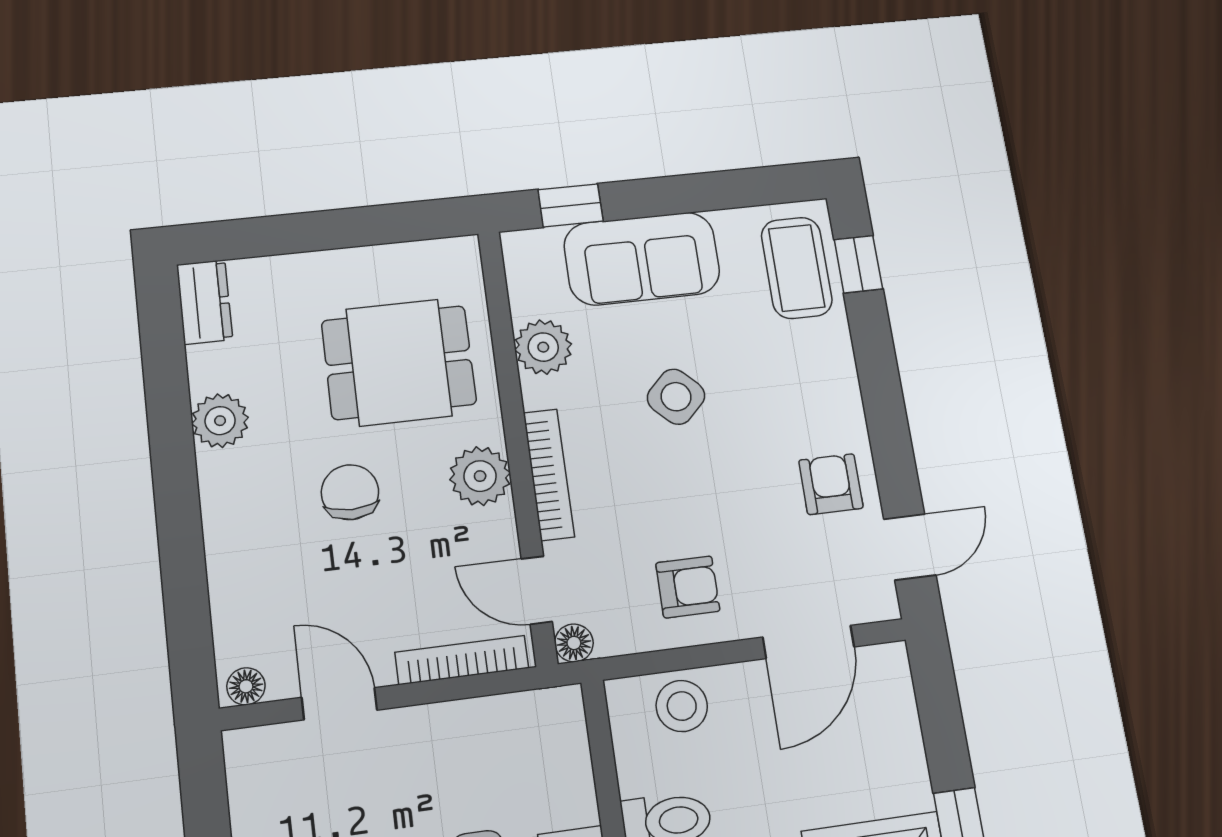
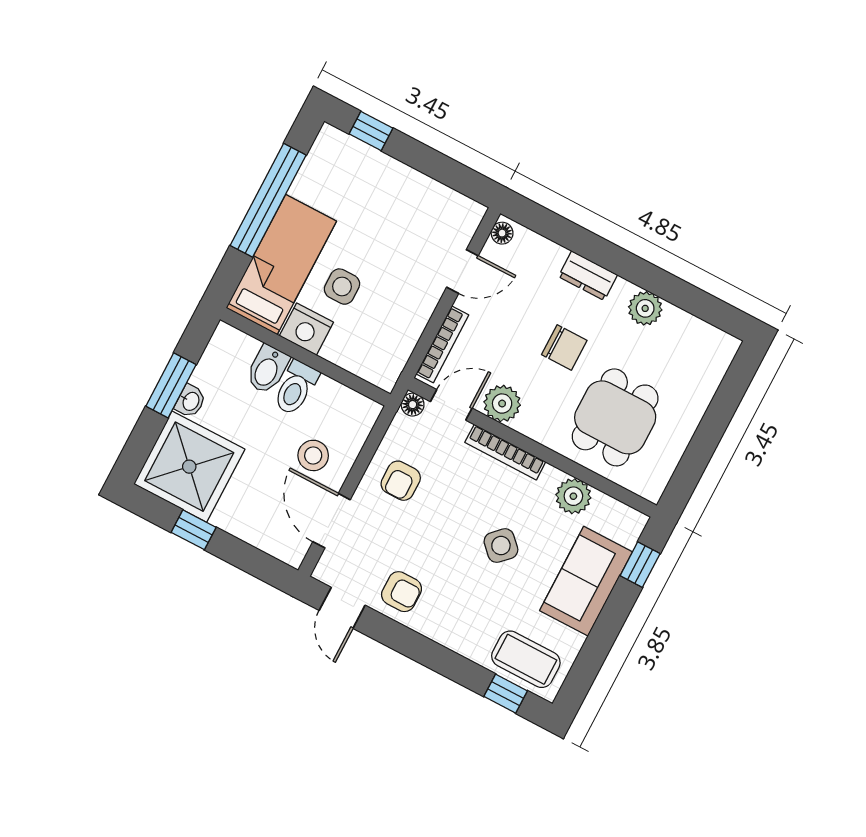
dresser: (204, 302) -> (588, 276), moved
plant: (480, 476) -> (502, 404), moved
stool: (682, 706) -> (313, 455), moved

